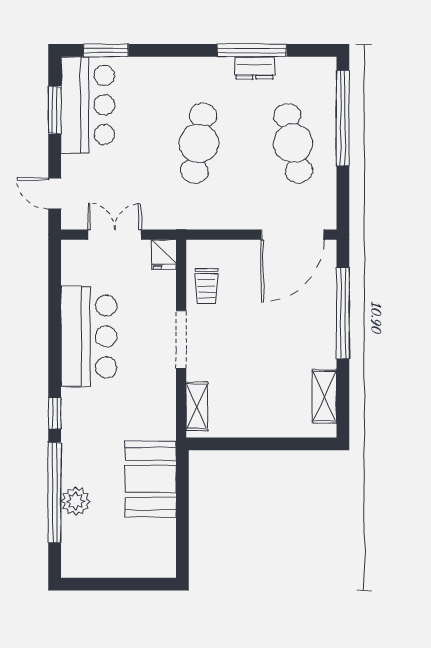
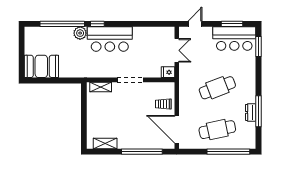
cafe table: (199, 143) -> (217, 88), turned -30
trolley: (207, 286) -> (163, 104), moved
bar counter: (89, 336) -> (110, 39), moved
booth: (151, 479) -> (41, 66), moved
plant: (76, 501) -> (80, 33), moved

